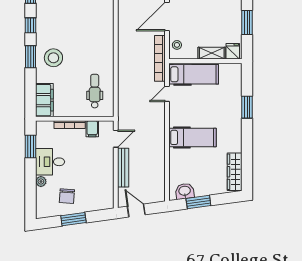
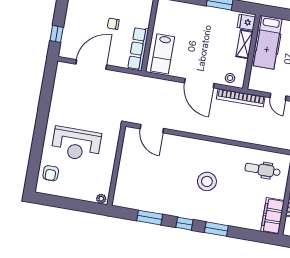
stool: (53, 58) -> (207, 181), moved
hospital bed: (194, 74) -> (268, 42), moved, turned 180
filing cabinet: (44, 100) -> (273, 216), moved, turned -90

